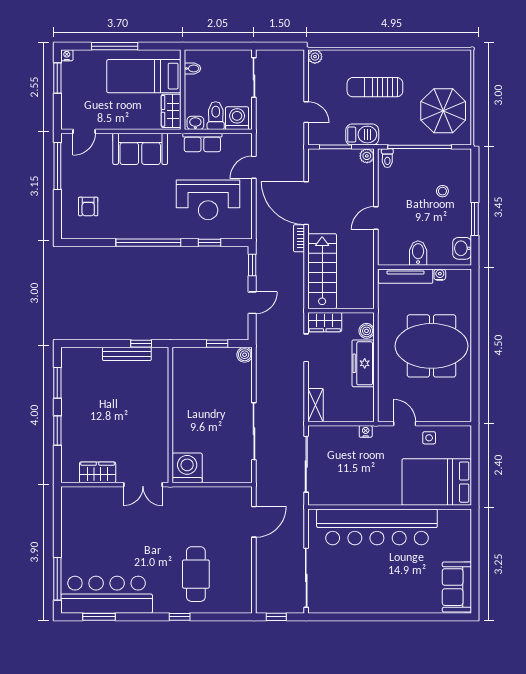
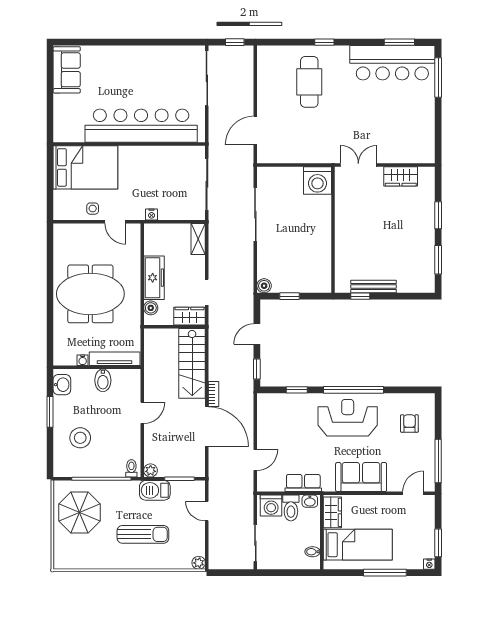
stool: (442, 191) -> (80, 438), width x1.89, depth x1.89
reception desk: (208, 200) -> (348, 418), moved

